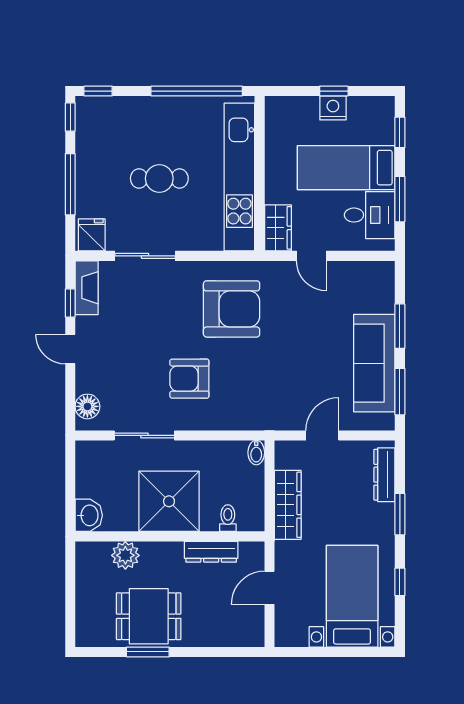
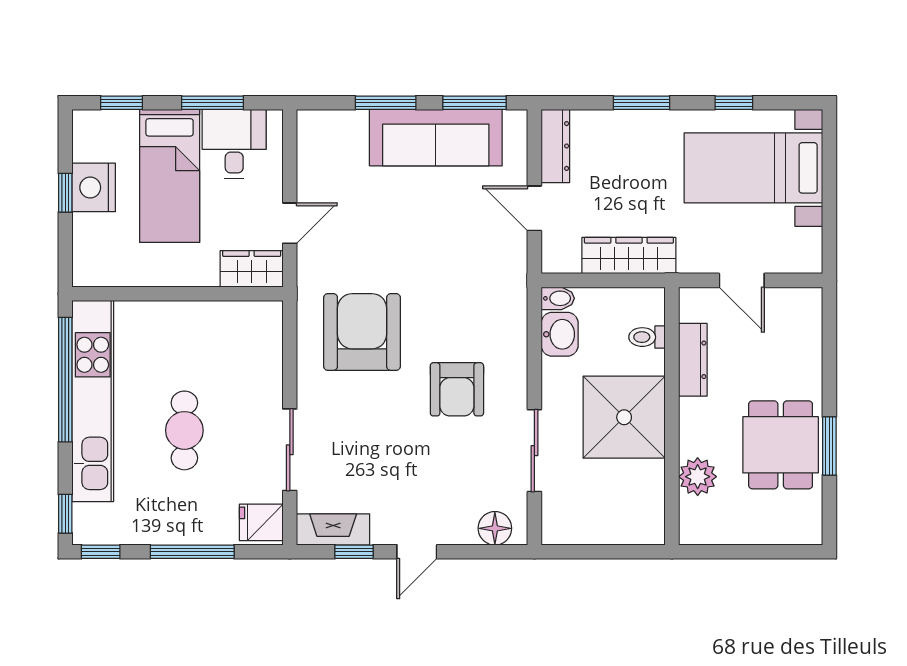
nightstand: (333, 108) -> (94, 187), width x1.36, depth x1.33
kitchen unit: (239, 177) -> (93, 401), moved, turned -90
dresser: (384, 475) -> (555, 146), moved, turned -90
washbasin: (89, 515) -> (560, 334), moved, turned 90

